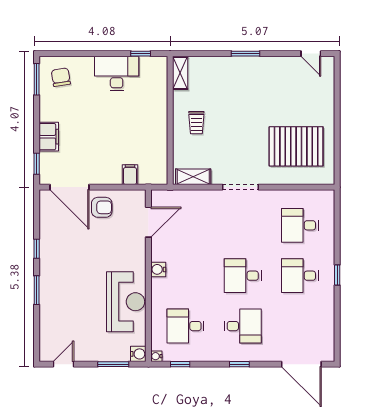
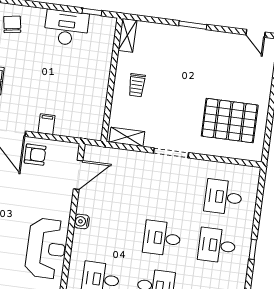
filing cabinet: (130, 175) -> (47, 124), moved

